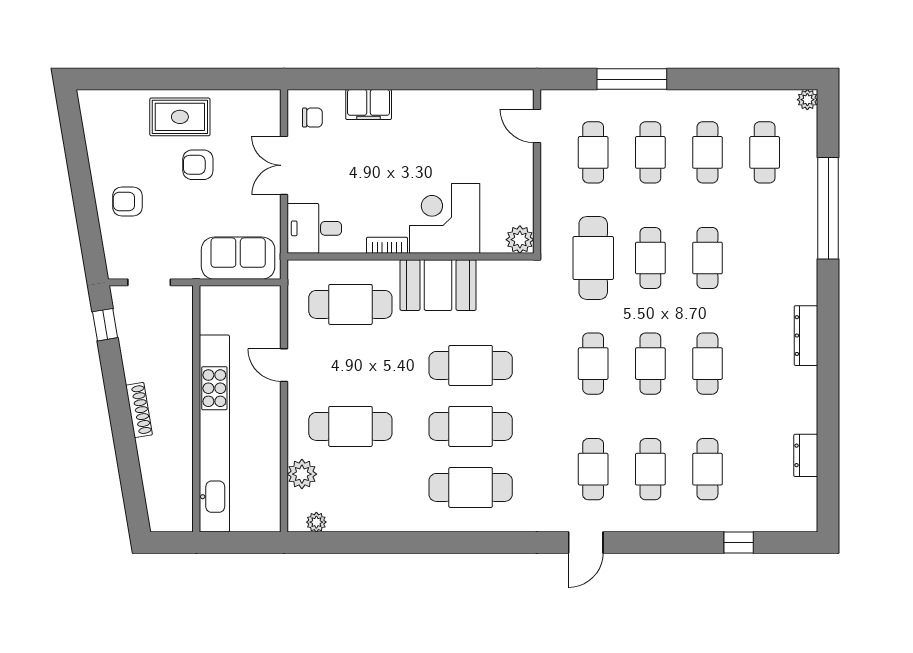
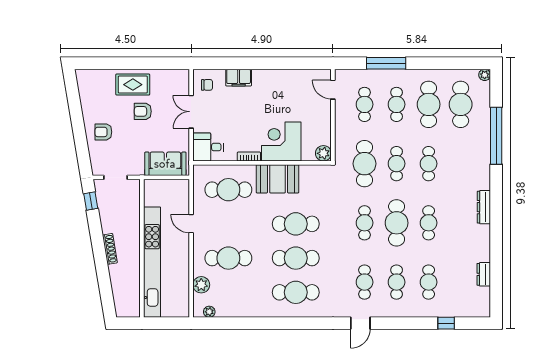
cafe table: (707, 152) -> (429, 104), width x1.37, depth x1.35
cafe table: (765, 152) -> (461, 104), width x1.37, depth x1.35
cafe table: (650, 364) -> (397, 223), width x1.37, depth x1.35

